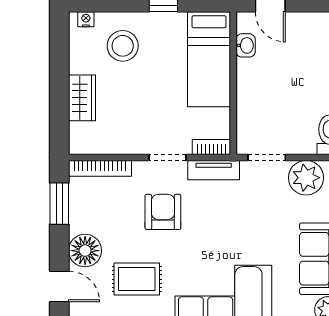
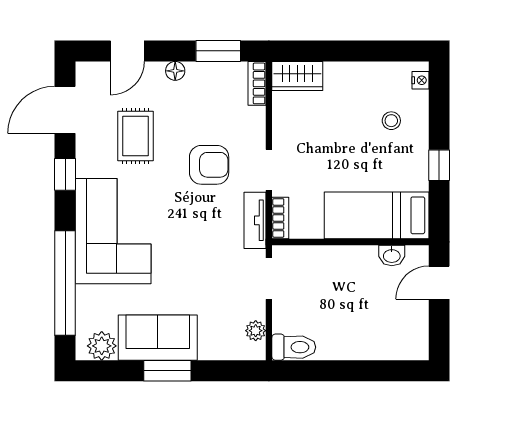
stool: (123, 46) -> (391, 121), width x0.53, depth x0.53
wardrobe: (82, 98) -> (297, 76), moved
bookcase: (100, 168) -> (257, 83), width x0.64
plant: (306, 178) -> (256, 331), width x0.53, depth x0.53
floor lamp: (85, 251) -> (175, 71), width x0.53, depth x0.53

